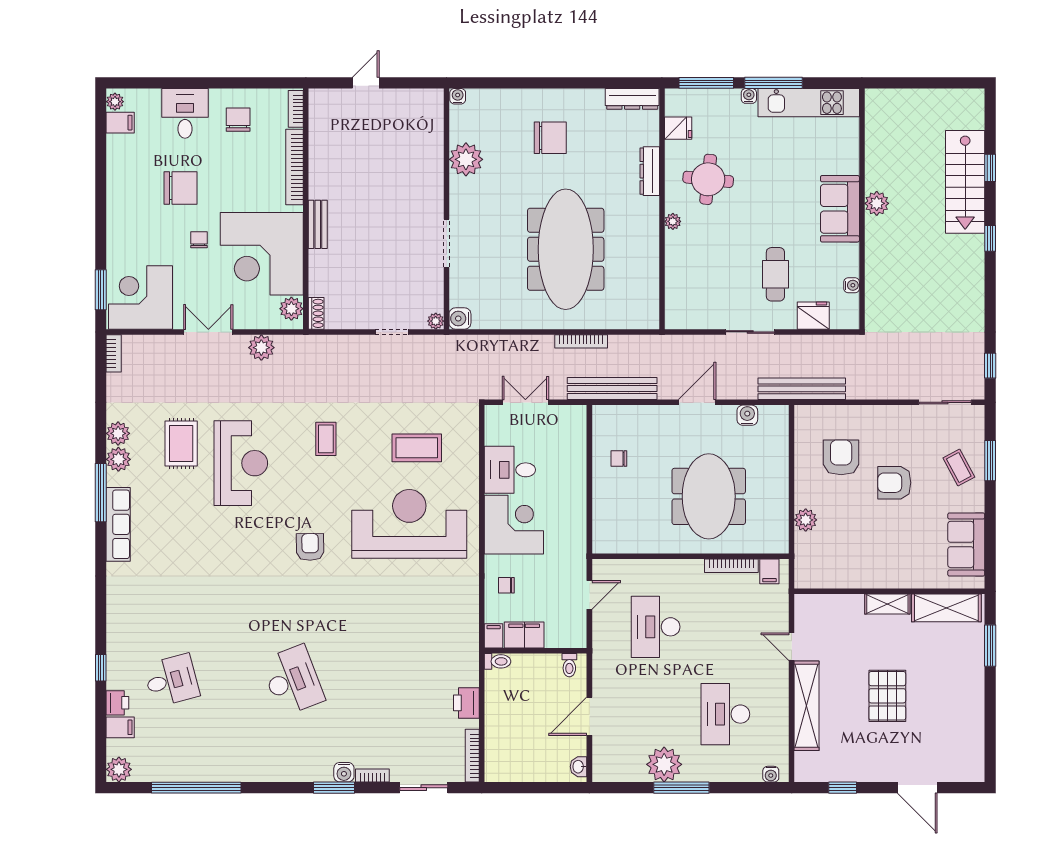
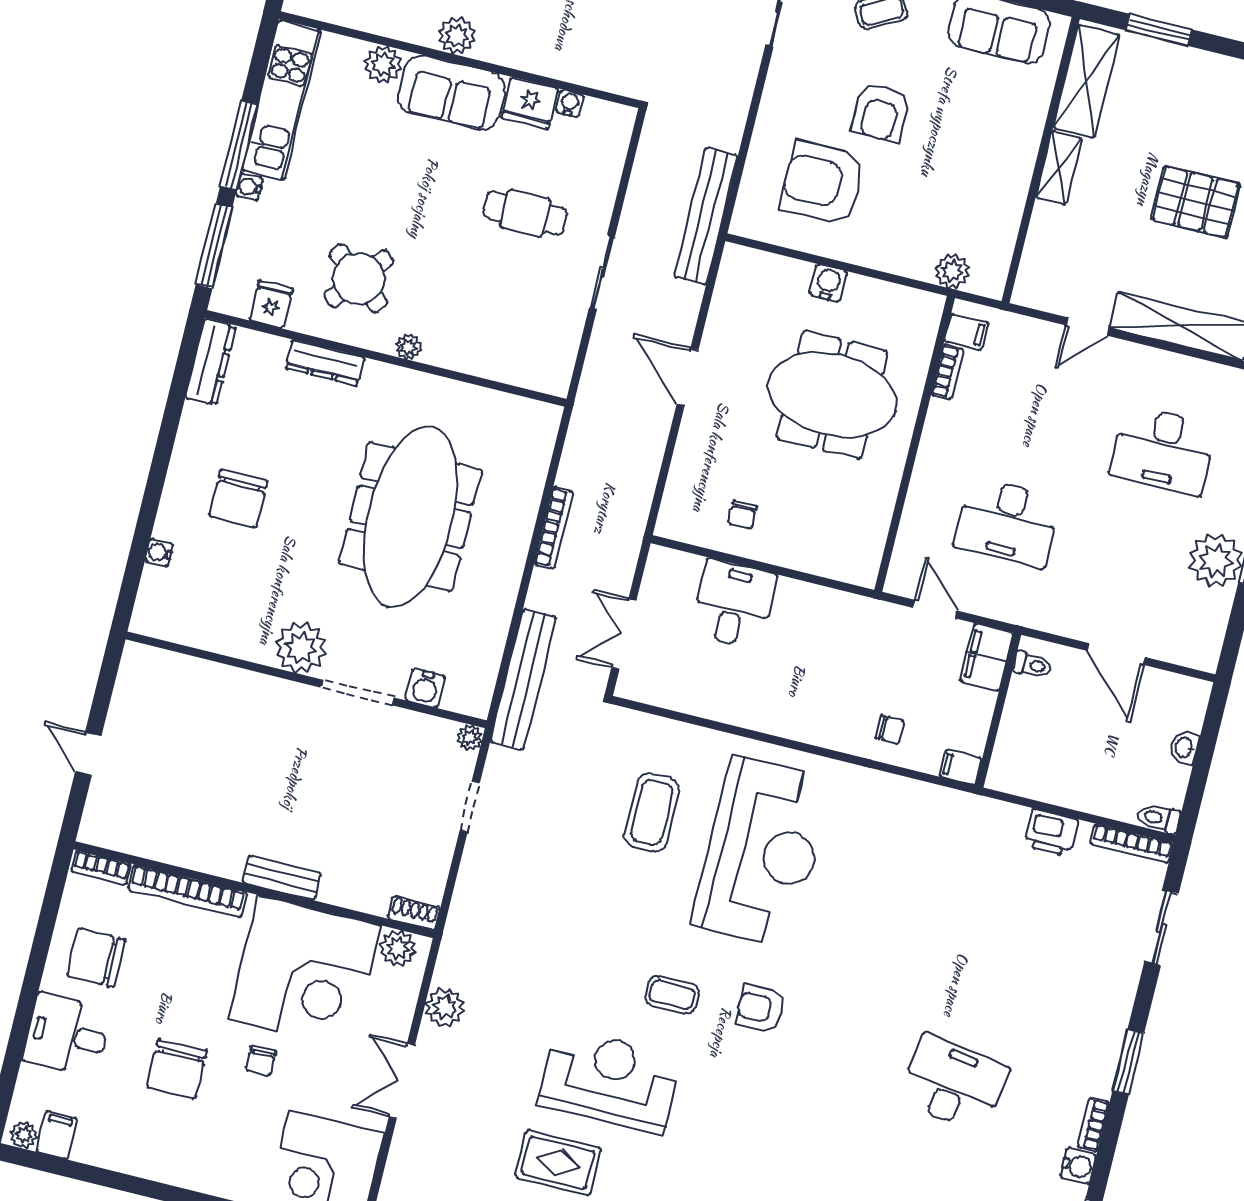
water cooler: (458, 96) -> (159, 552), moved
chair: (238, 120) -> (96, 958), width x1.37, depth x1.37
chair: (550, 138) -> (238, 499), turned 180
plant: (466, 159) -> (301, 648), moved
plant: (847, 161) -> (383, 64), added
round table: (708, 179) -> (359, 278), turned 33
chair: (181, 188) -> (177, 1069), turned 180
chair: (199, 240) -> (261, 1061), turned -90
meeting table: (566, 249) -> (410, 517), turned 90
fridge: (813, 316) -> (530, 103), moved, turned -90
water cooler: (460, 318) -> (425, 688), moved
bench: (612, 389) -> (523, 679), moved
water cooler: (747, 415) -> (828, 283), moved, turned 90
coffee table: (326, 439) -> (672, 995), moved
armchair: (841, 457) -> (823, 183), width x1.36, depth x1.36
desk: (510, 470) -> (733, 604), moved, turned 180
plant: (806, 520) -> (952, 271), moved
reception desk: (409, 524) -> (762, 852), turned 180
corner desk: (514, 525) -> (802, 696), removed
bookcase: (731, 566) -> (947, 372), width x0.64
chair: (506, 585) -> (890, 730), turned -90
filing cabinet: (524, 635) -> (987, 657), moved
toilet: (497, 661) -> (1159, 818), moved, turned -90
desk: (293, 680) -> (953, 1084), turned 30
washbasin: (579, 767) -> (1184, 748), moved, turned 90
water cooler: (344, 772) -> (1078, 1166), moved
bookcase: (372, 775) -> (1093, 1125), moved

